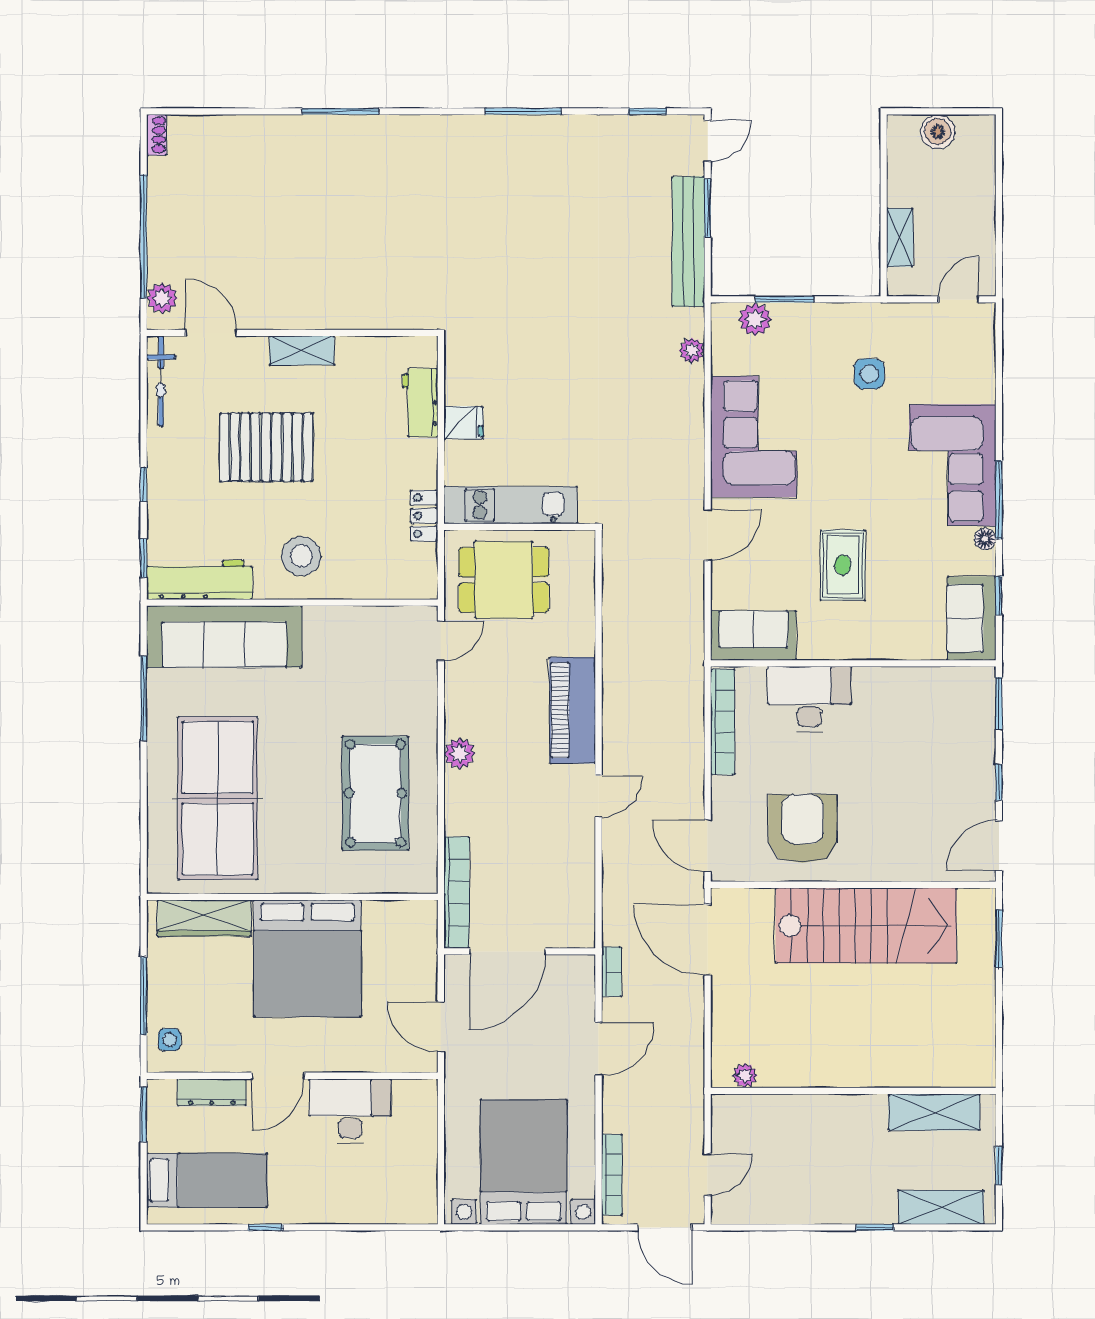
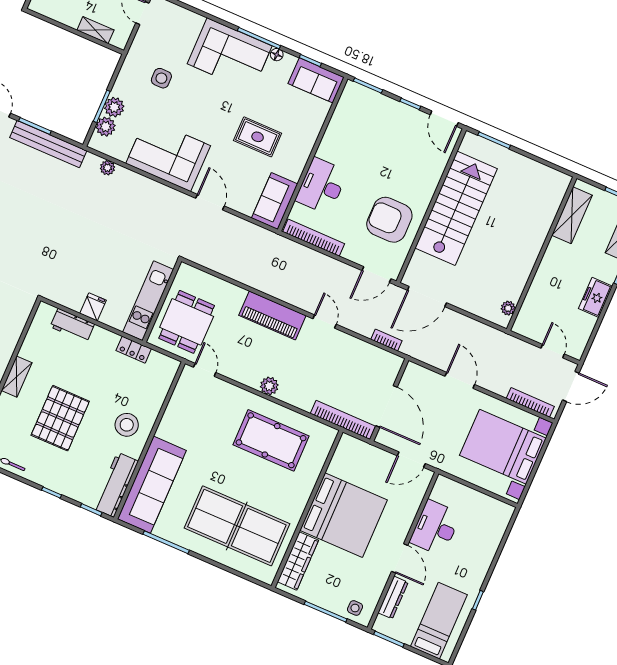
plant: (791, 320) -> (114, 107), added
bookcase: (612, 972) -> (386, 340), moved
freezer: (821, 1205) -> (595, 297), added

